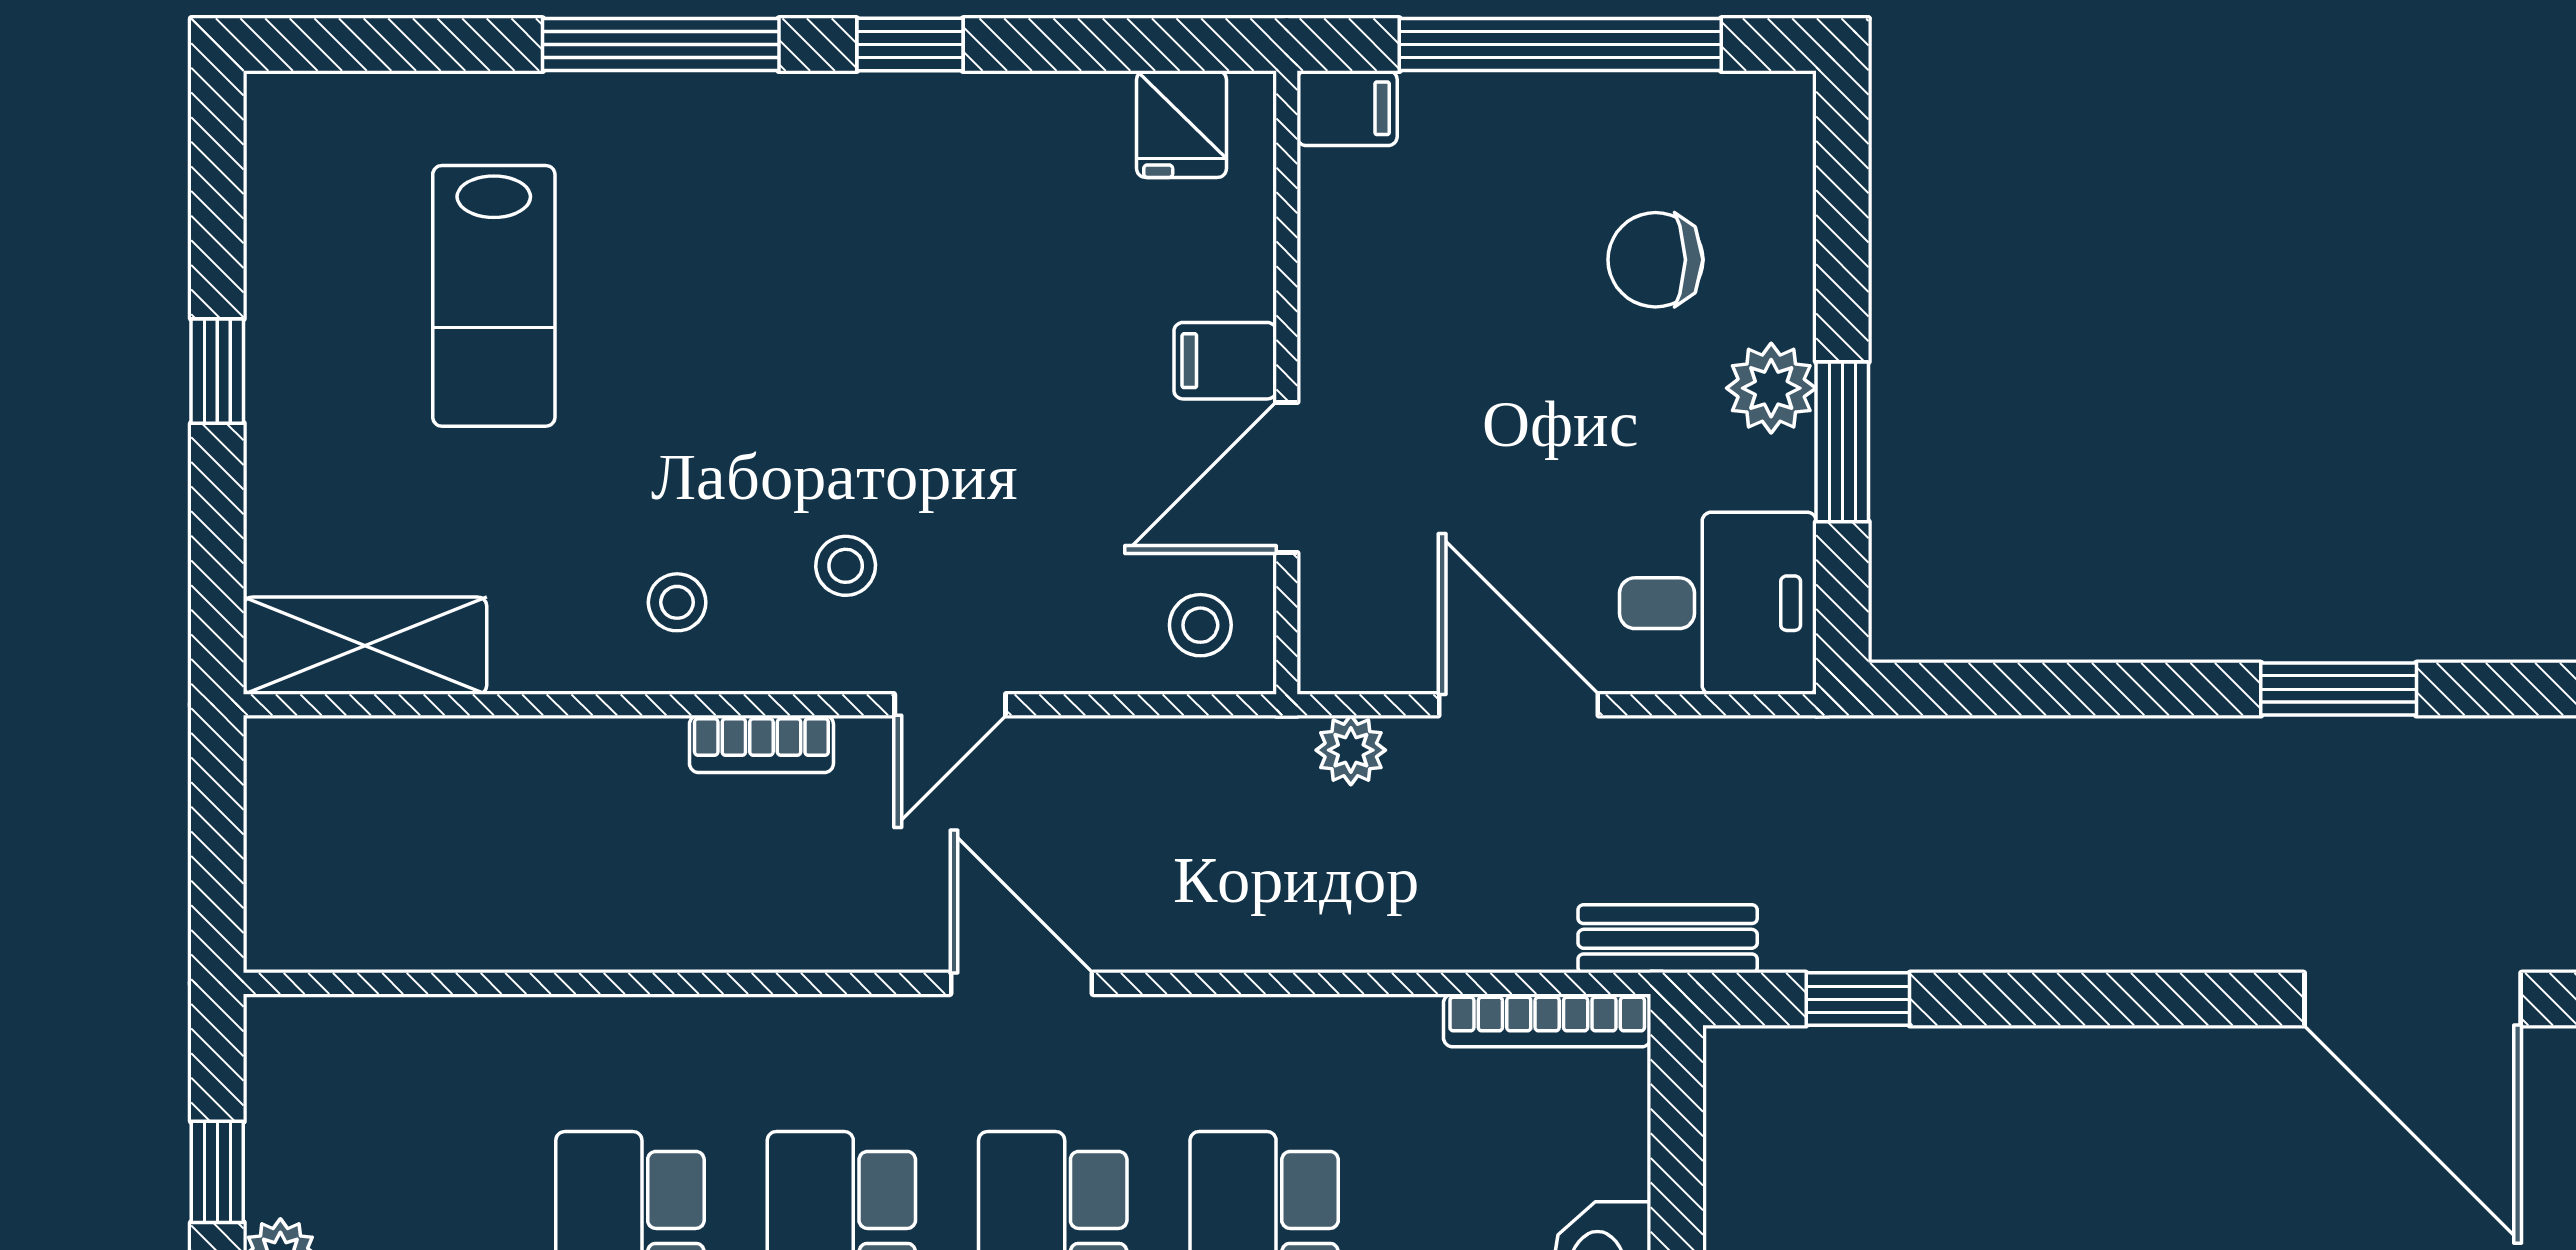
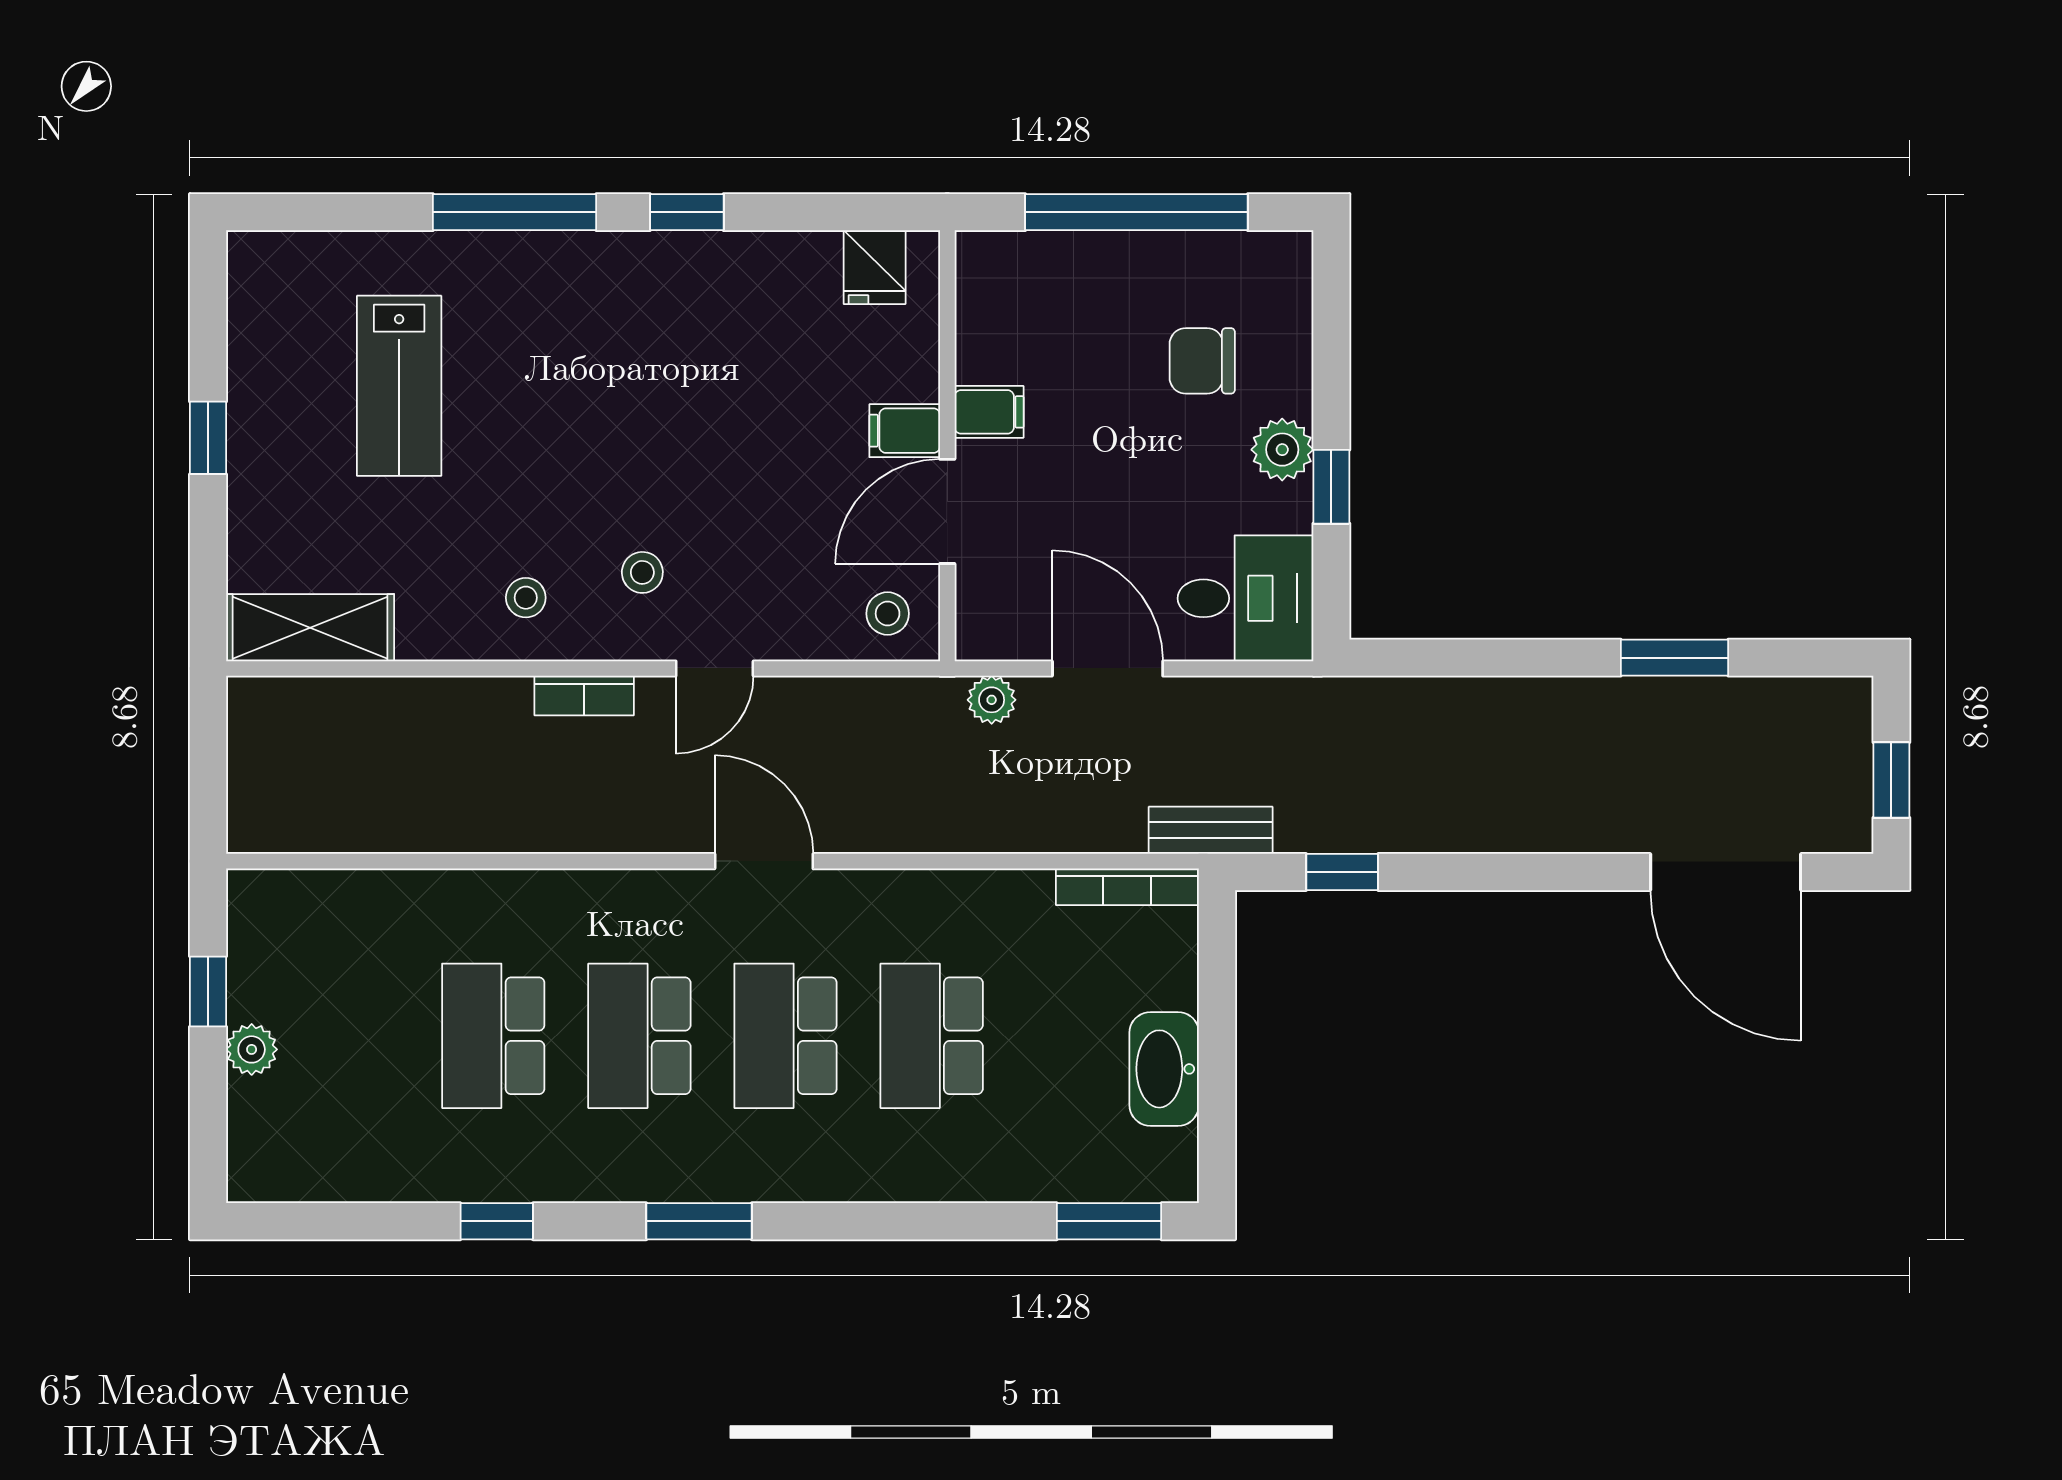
filing cabinet: (1347, 108) -> (989, 412), moved
window: (1842, 442) -> (1331, 487), width x0.67

